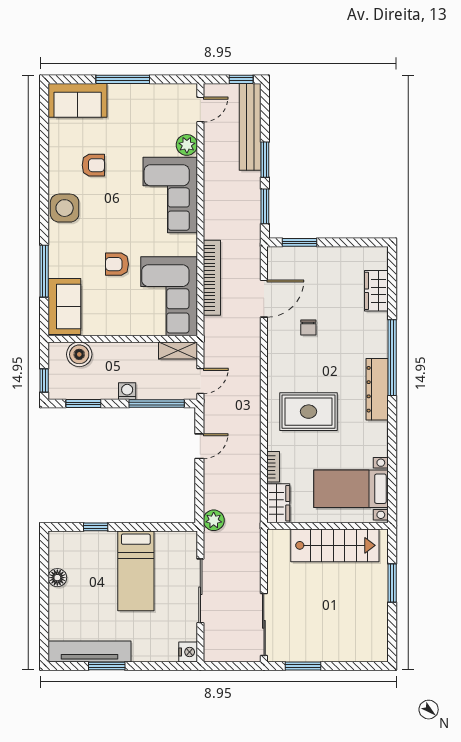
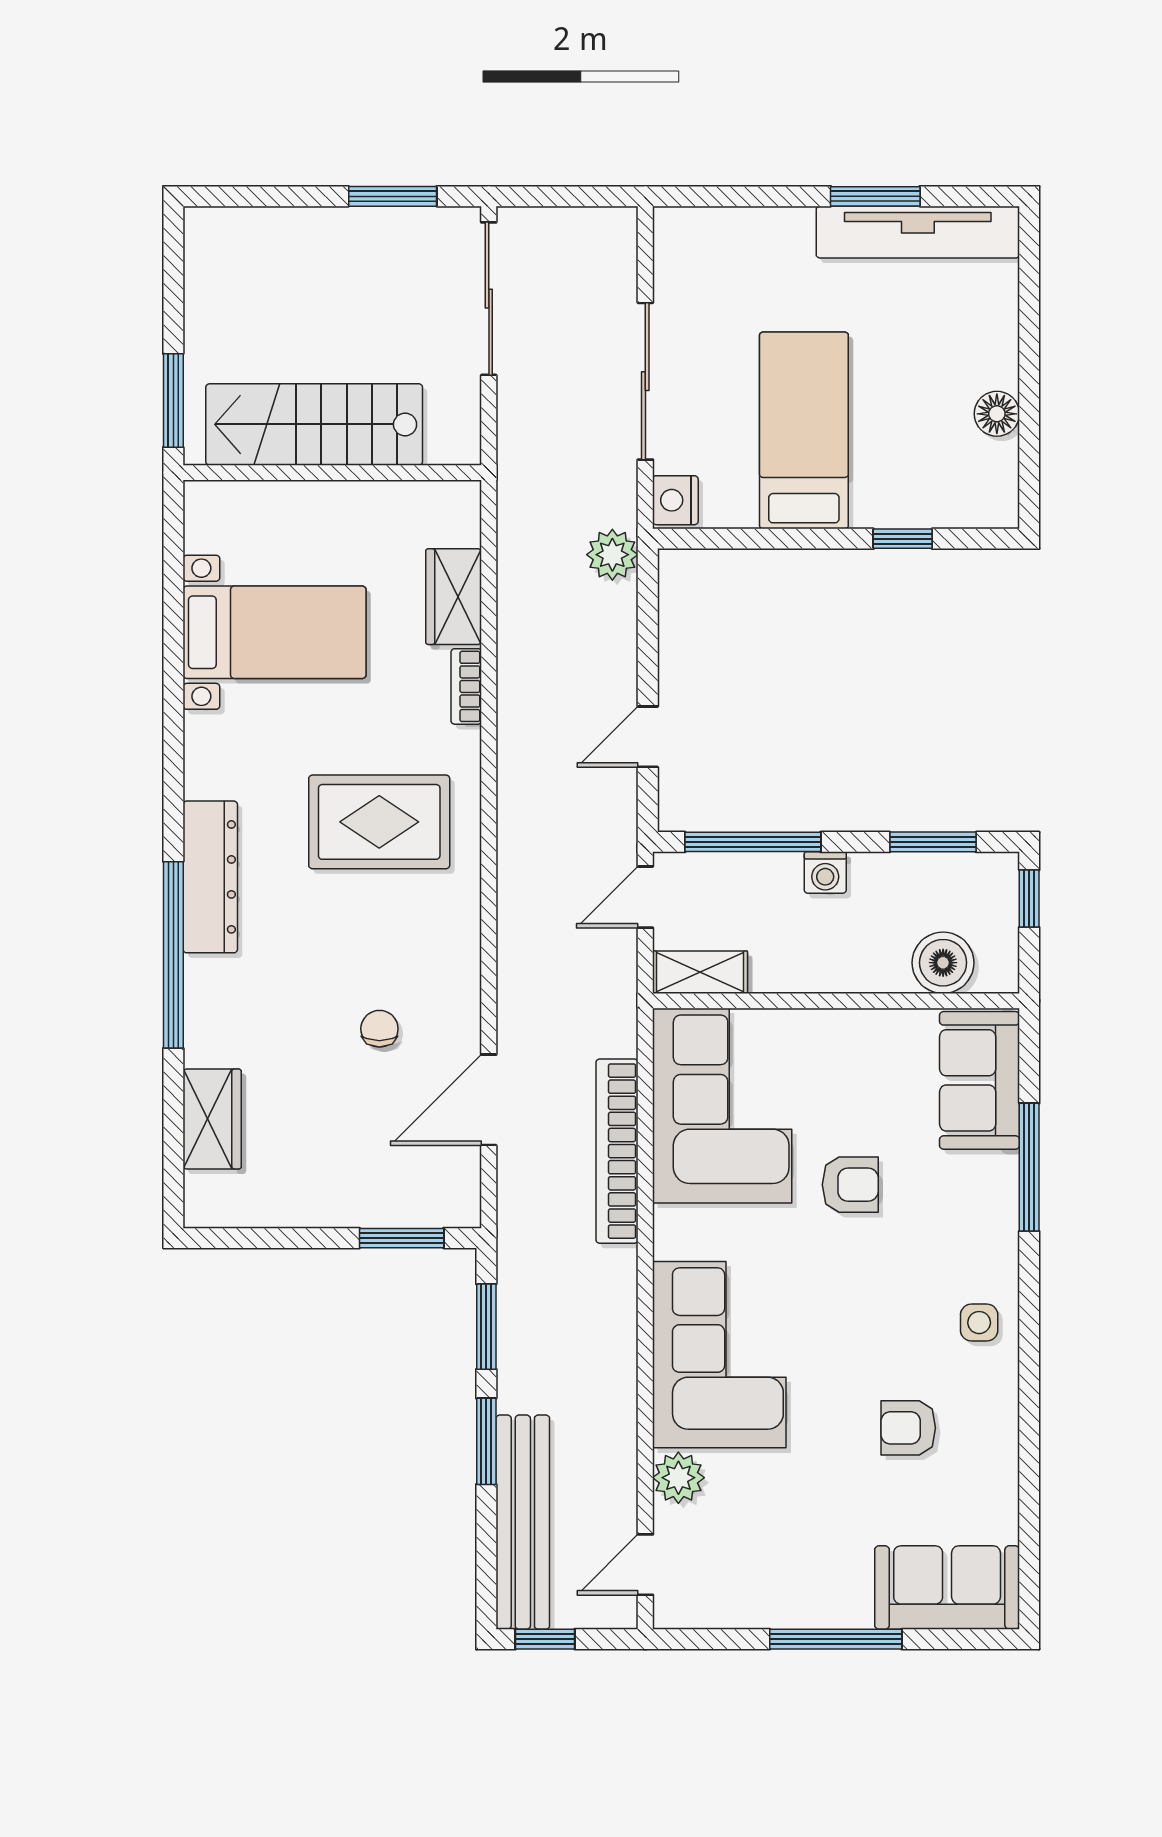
side table: (65, 208) -> (979, 1323), width x0.54, depth x0.54
wall: (328, 526) -> (332, 473), moved
stairs: (335, 545) -> (314, 424), moved
nightstand: (188, 652) -> (675, 500), moved

